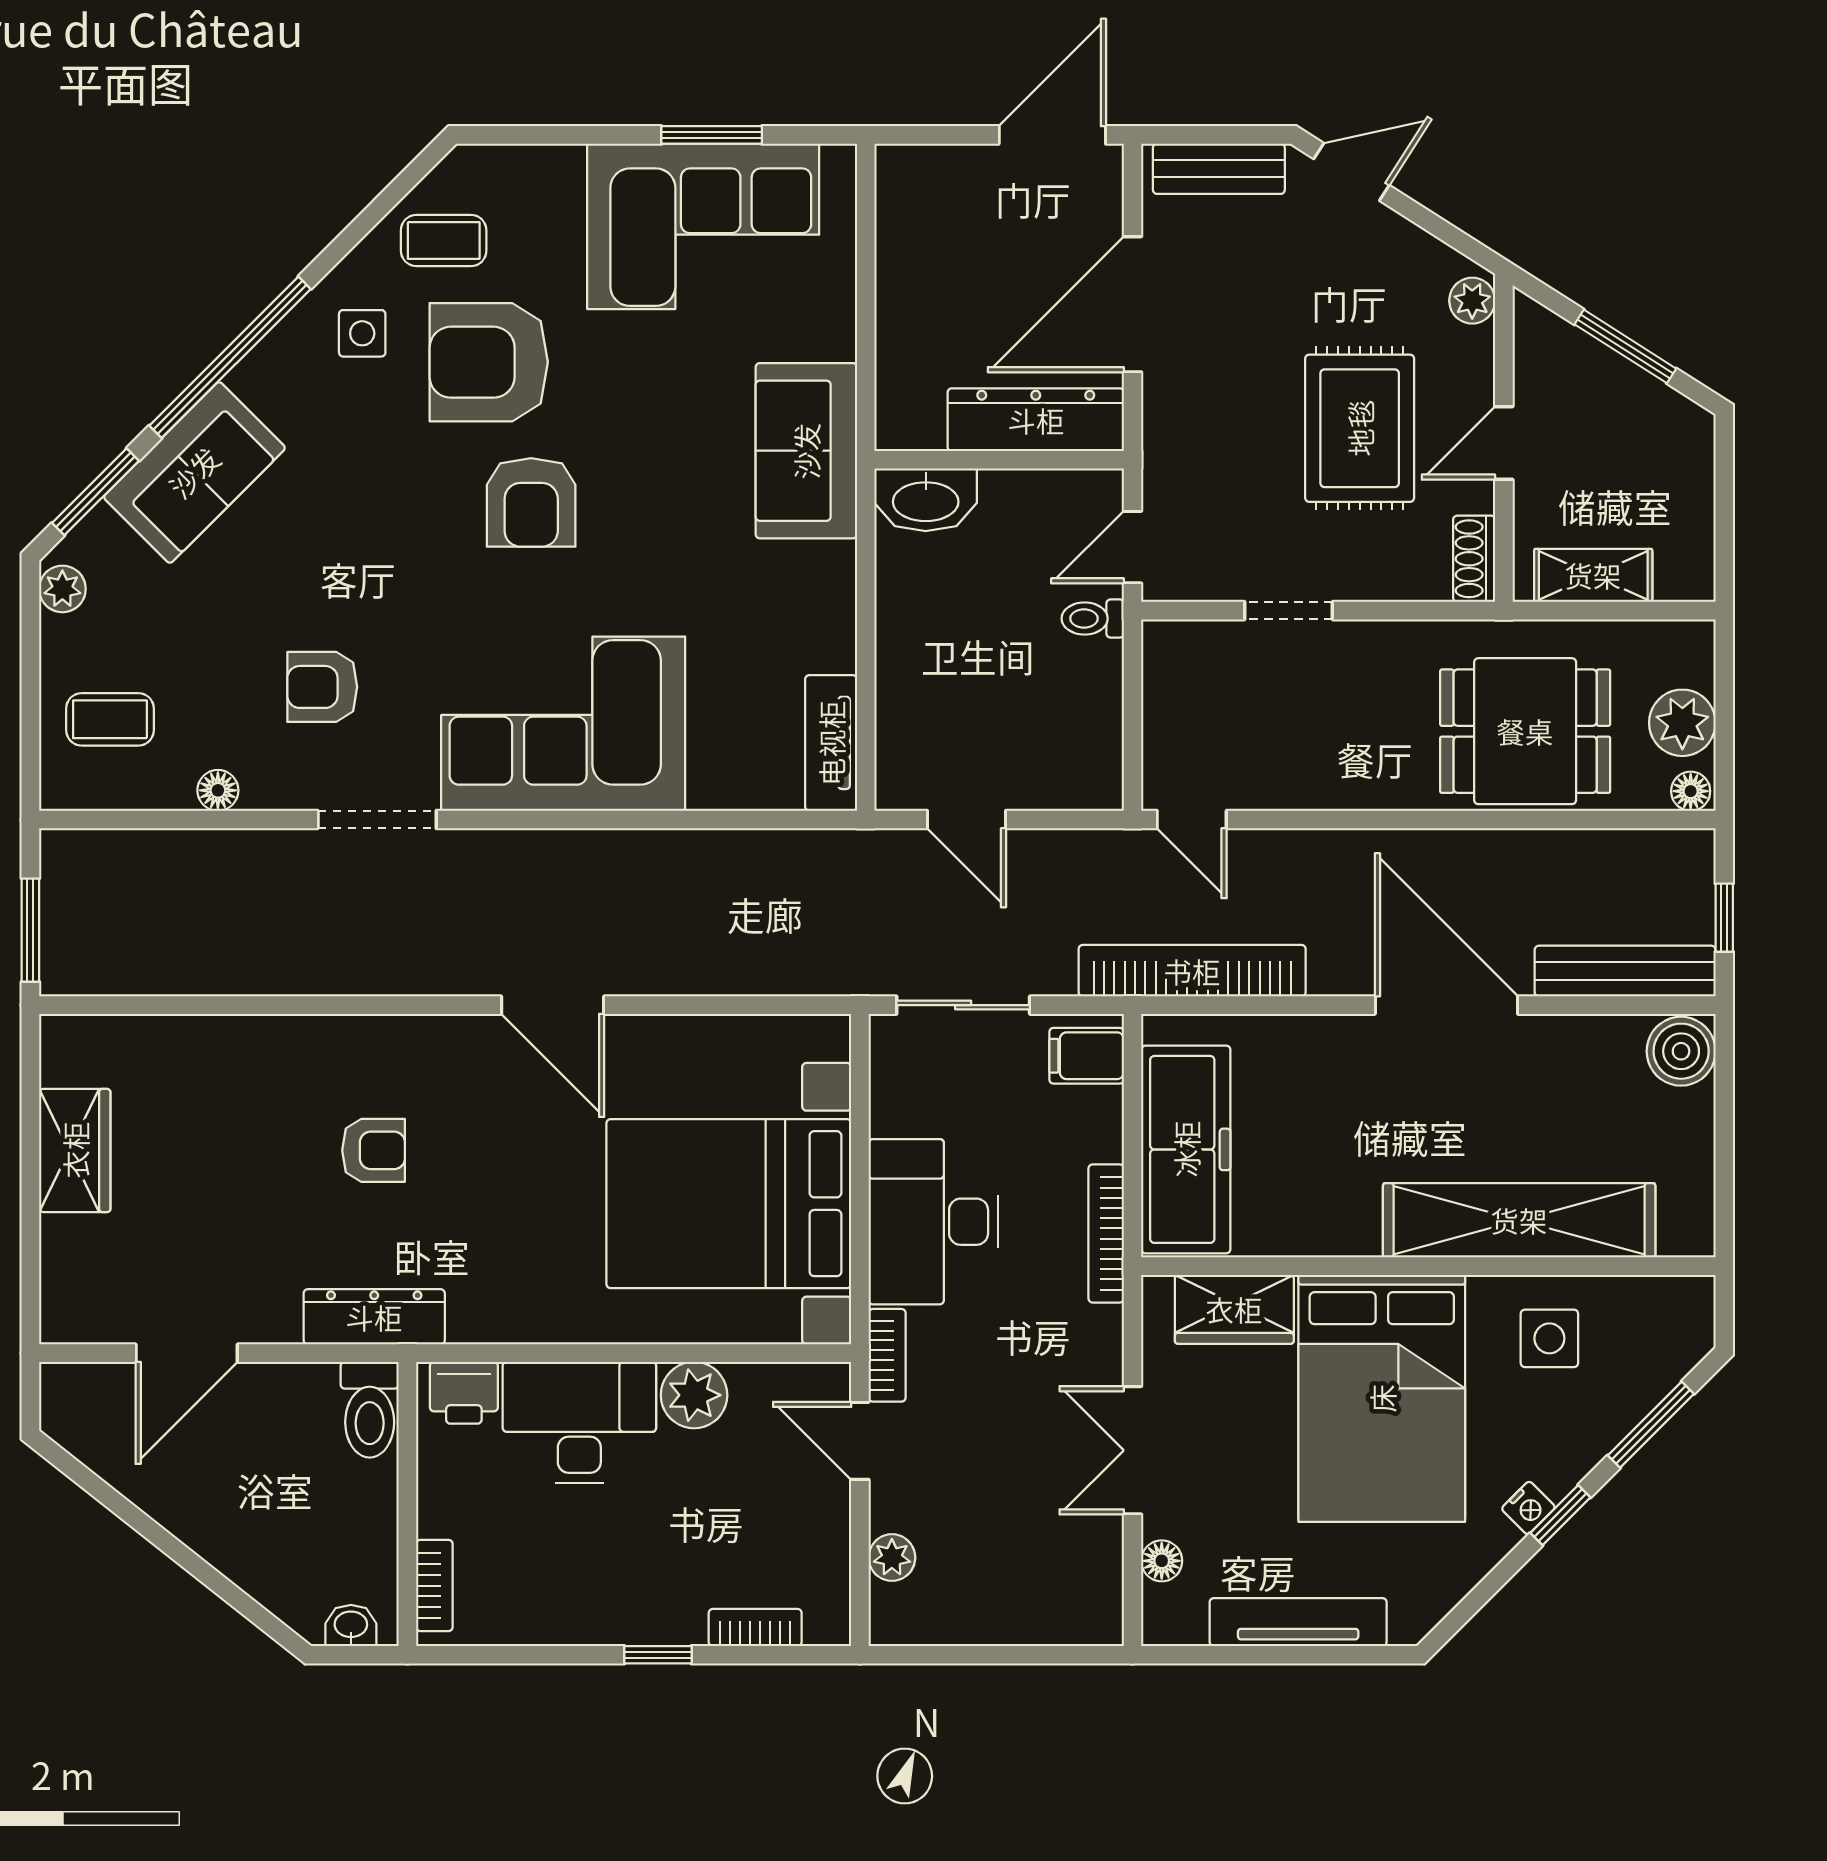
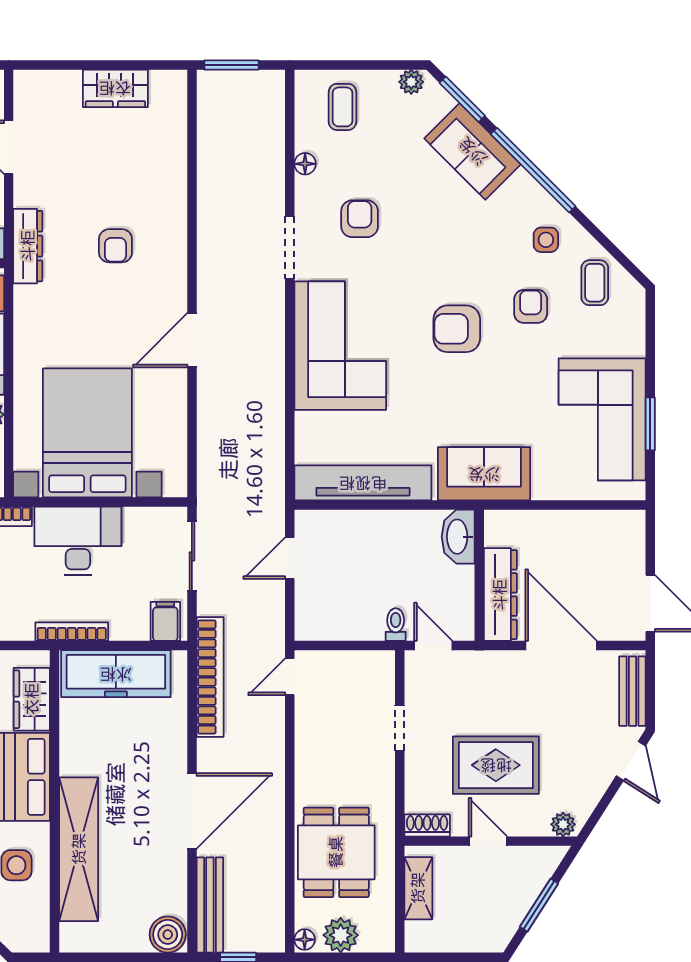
armchair: (489, 362) -> (531, 306), width x0.53, depth x0.53
tv unit: (831, 743) -> (363, 483), width x1.92, depth x1.29

